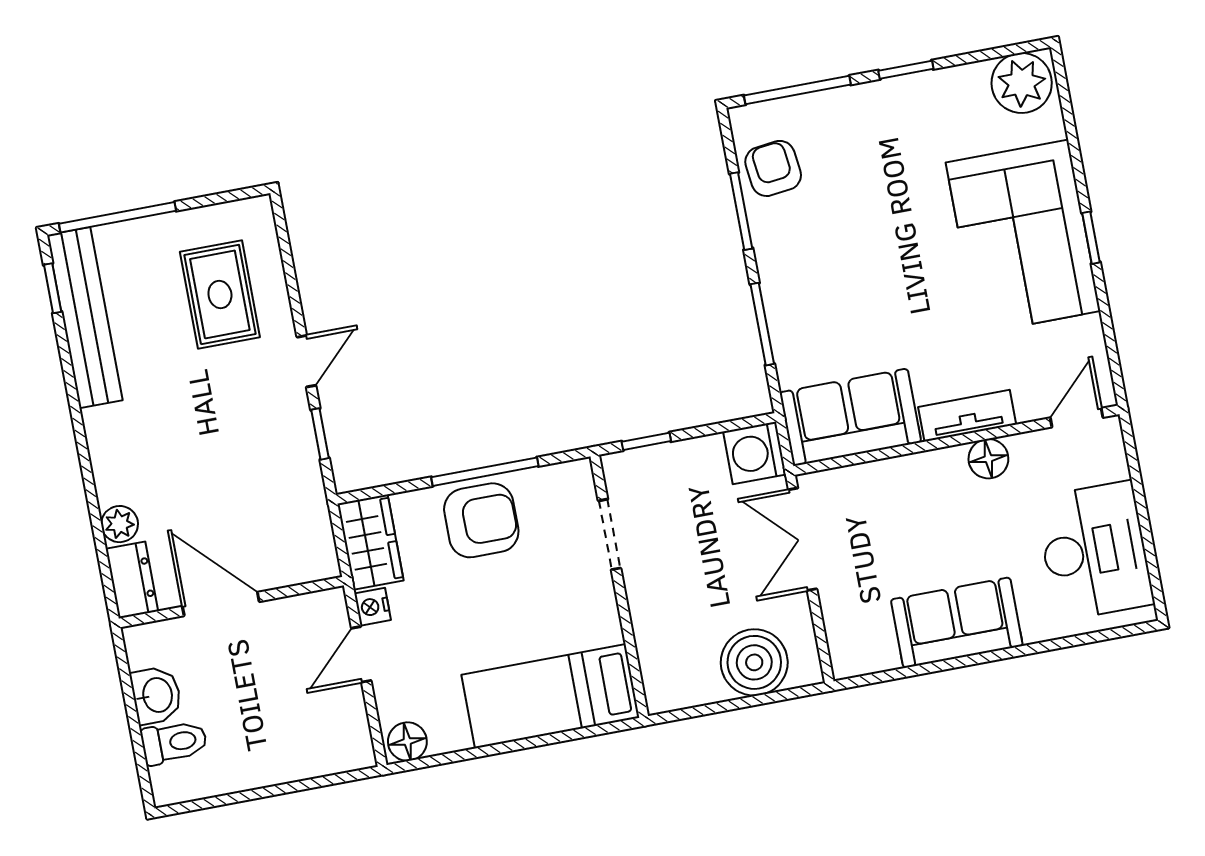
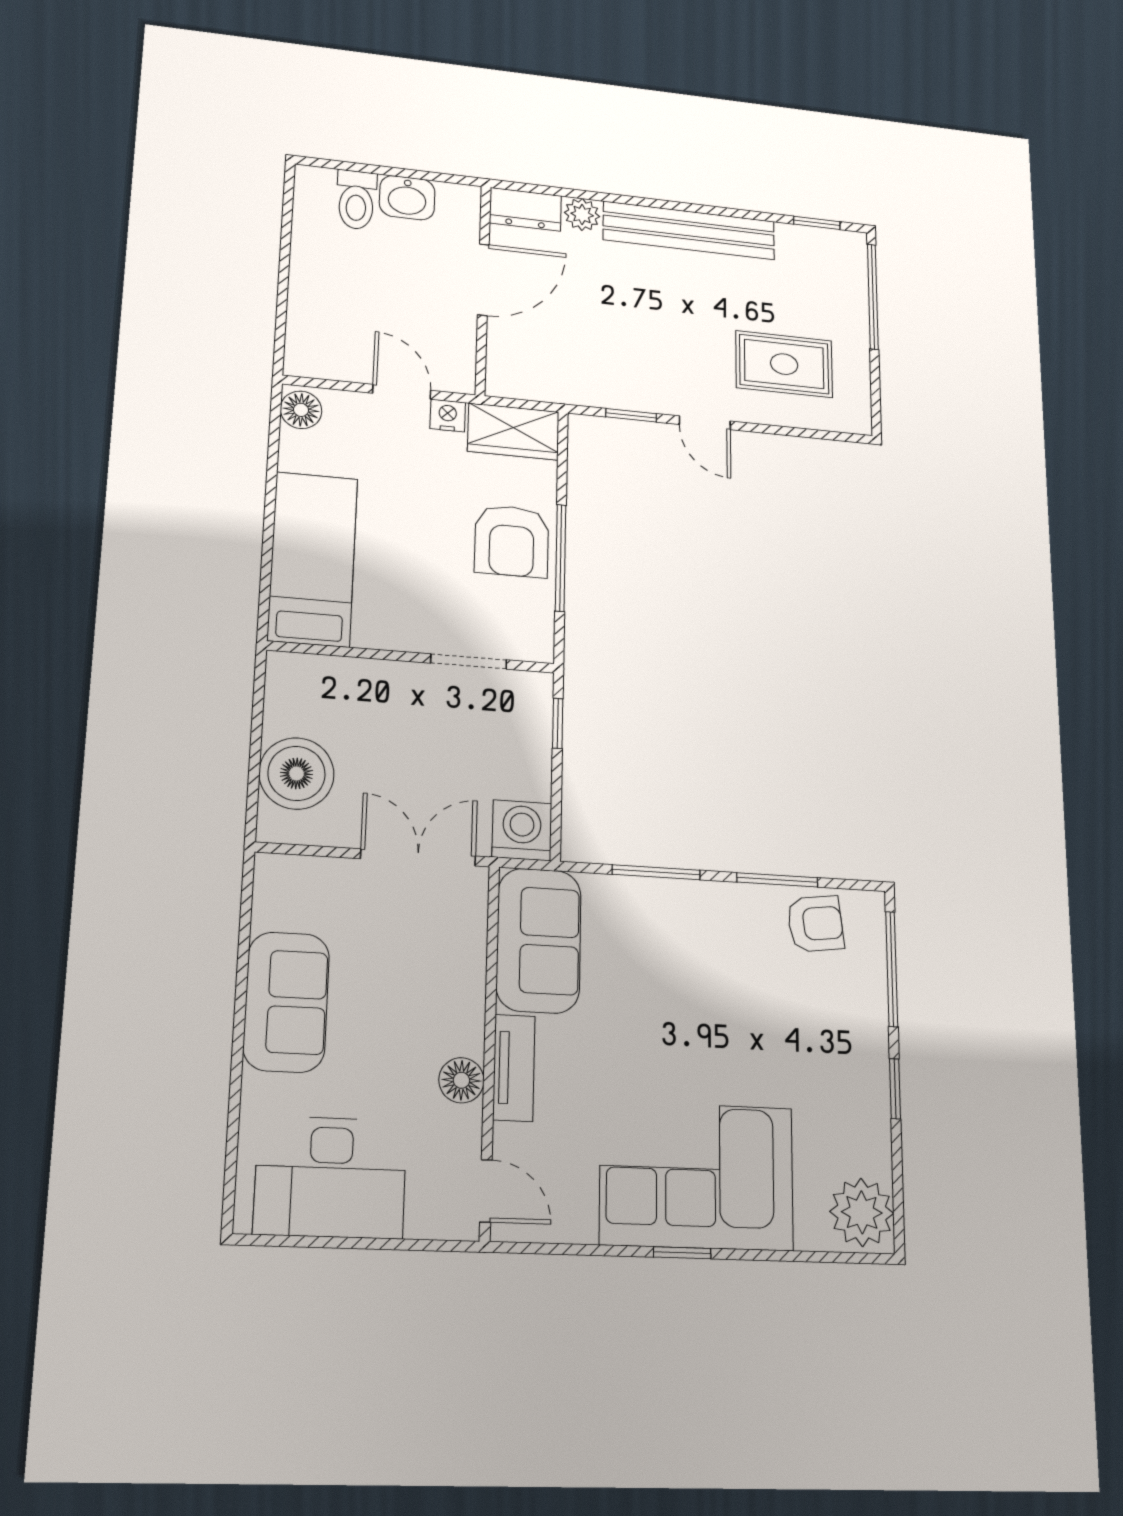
bench: (85, 318) -> (689, 231), moved

